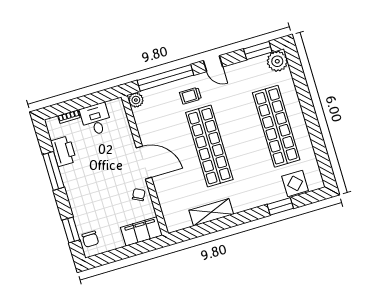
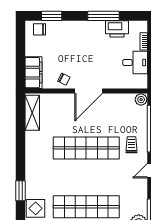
shelving: (211, 212) -> (32, 113), moved

